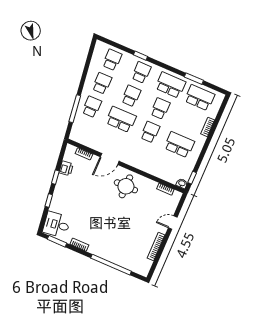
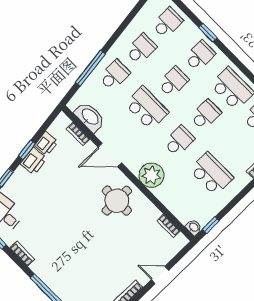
washbasin: (87, 140) -> (90, 117), added
plant: (141, 161) -> (151, 175), added
printer: (63, 183) -> (34, 161), added

